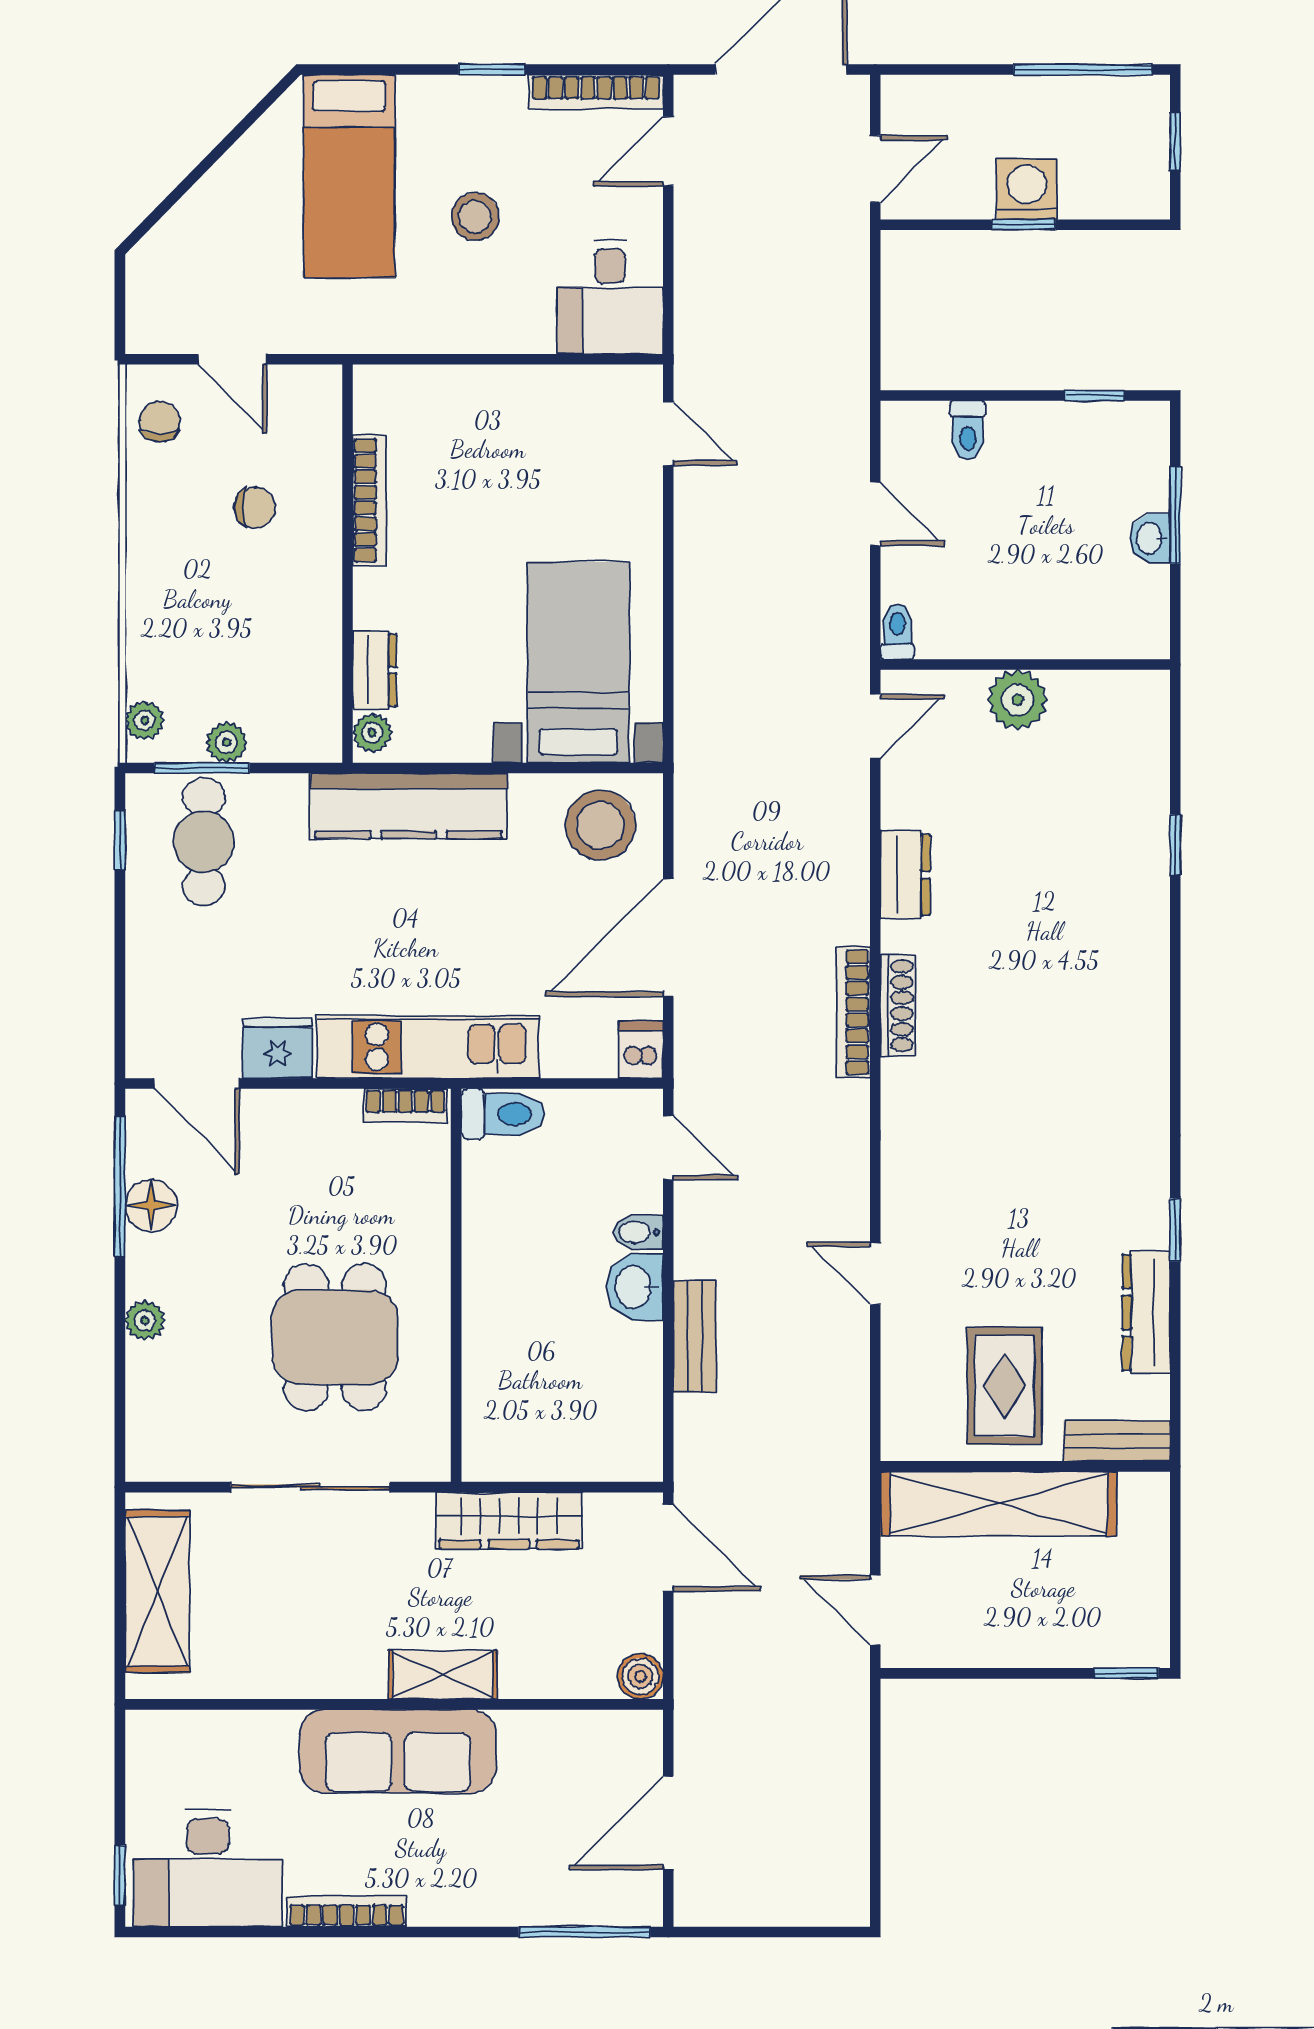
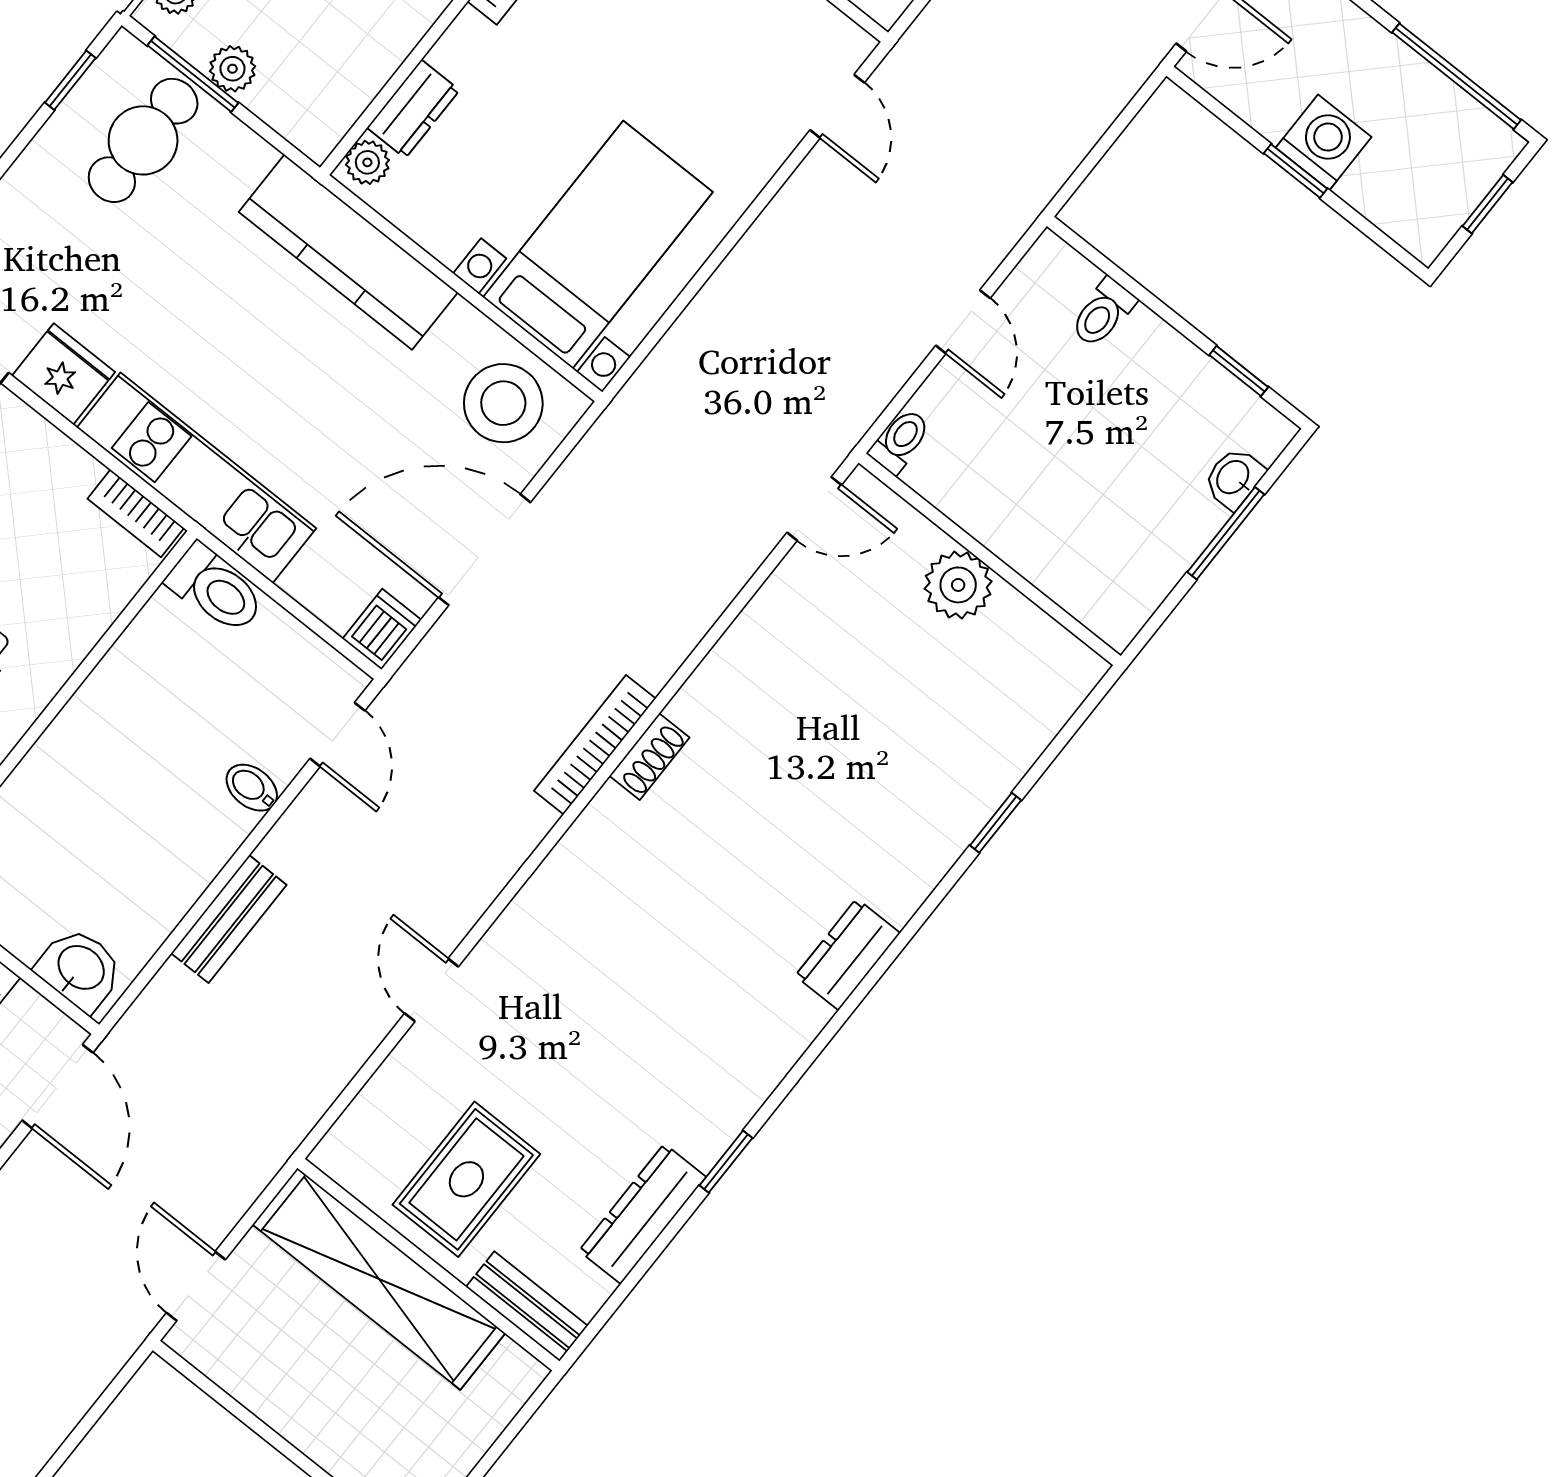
washbasin: (1150, 538) -> (1234, 478), moved
dresser: (905, 875) -> (848, 954), moved, turned 180
shoe rack: (898, 1006) -> (649, 757), width x0.70
washbasin: (635, 1287) -> (80, 969), moved, turned 90

